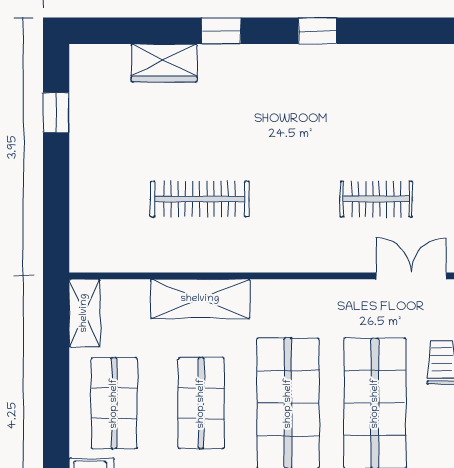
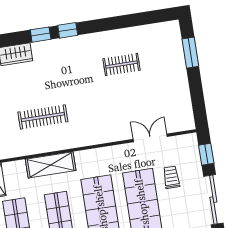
window: (318, 31) -> (68, 30), moved
clothes rail: (376, 199) -> (122, 64), moved

